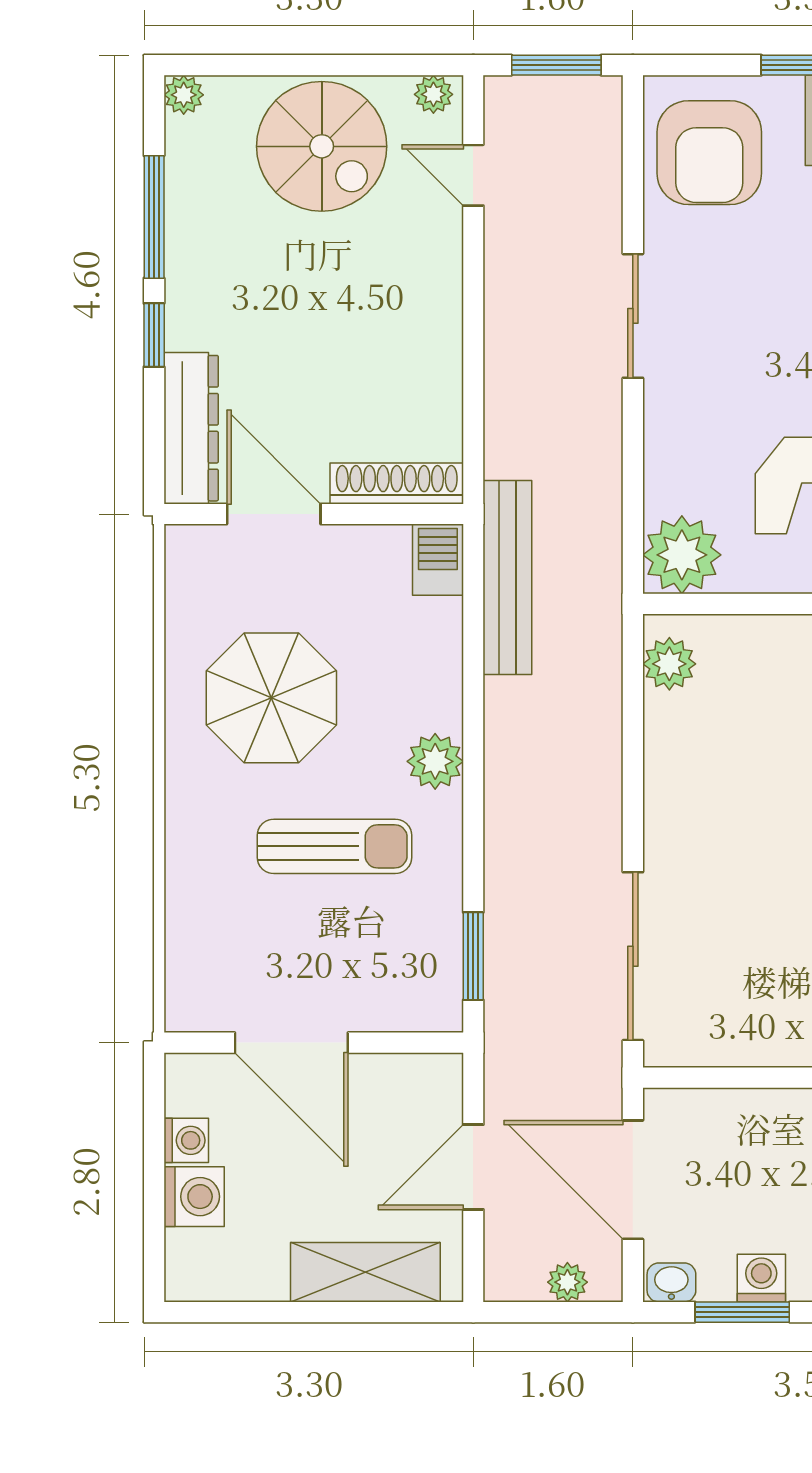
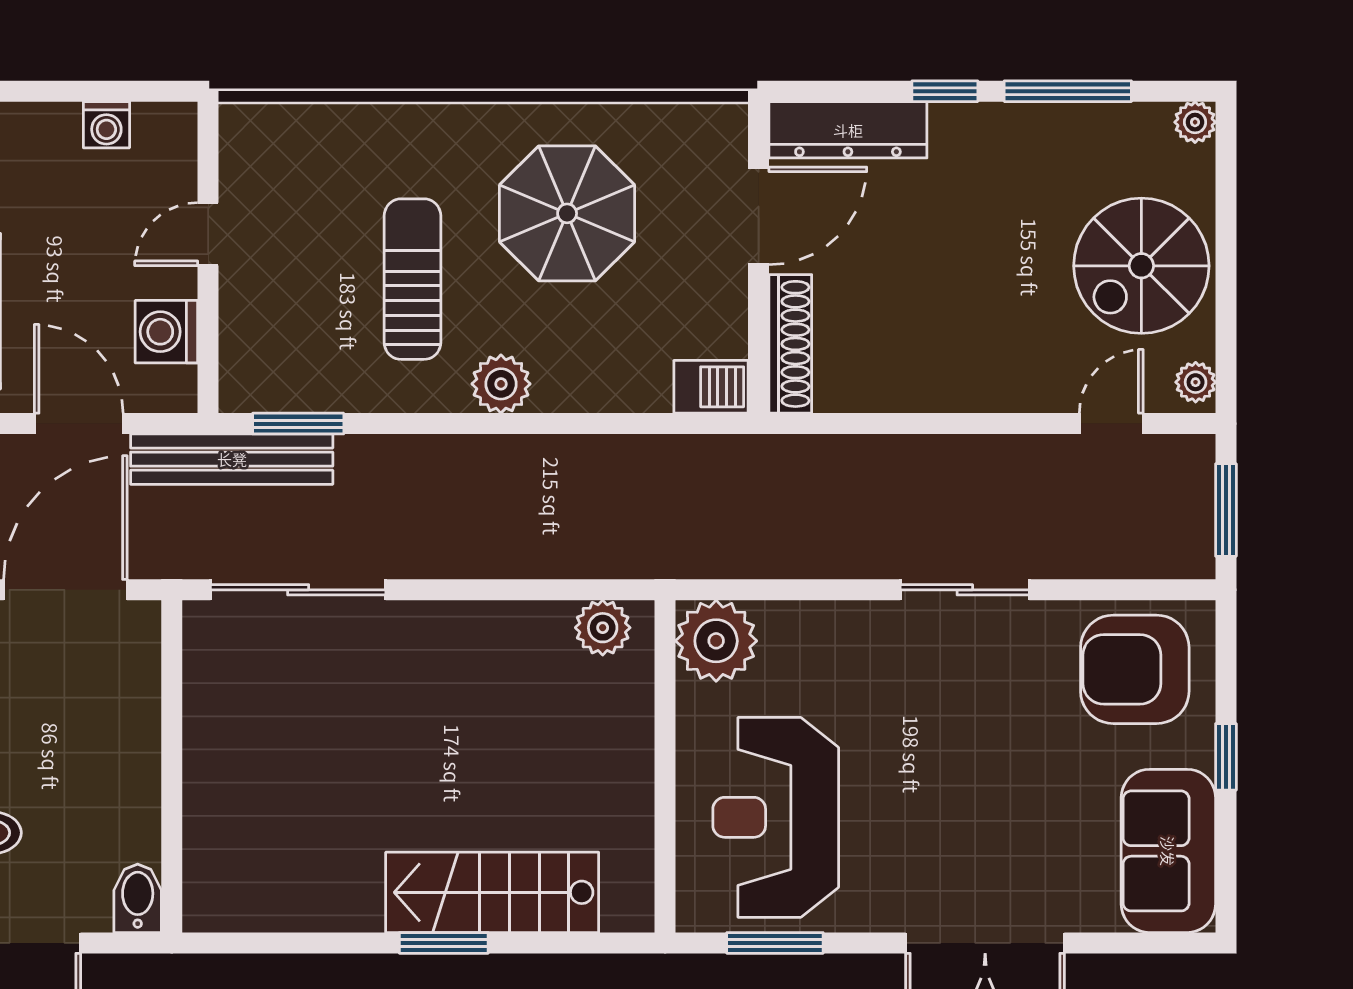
bench: (507, 577) -> (232, 459), moved
sun lounger: (334, 846) -> (412, 279), turned 180
door: (291, 1043) -> (208, 234), width x0.53
washing machine: (194, 1197) -> (166, 332), moved, turned 90

